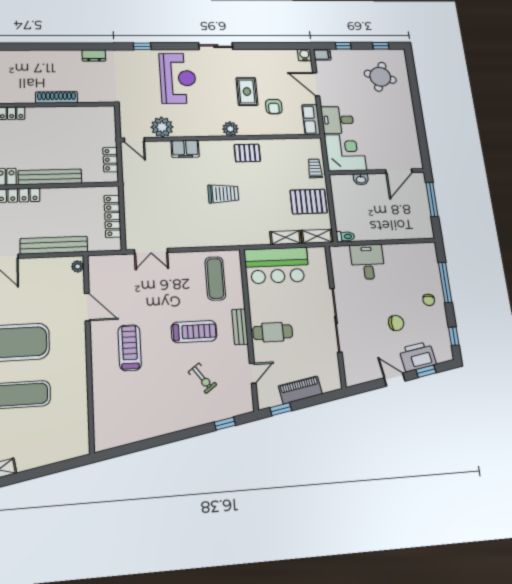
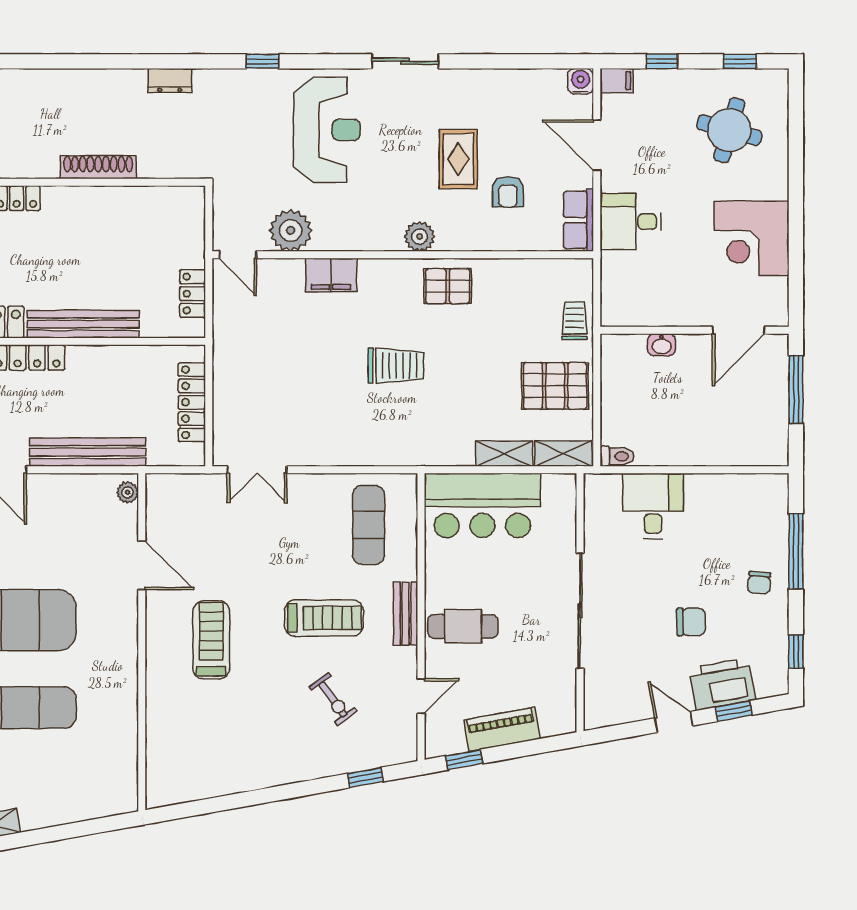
corner desk: (345, 152) -> (752, 238), moved, turned 180

